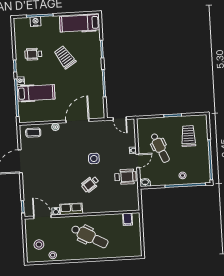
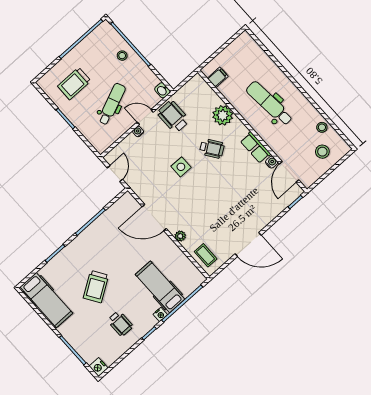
nightstand: (36, 22) -> (99, 367), moved
plant: (104, 205) -> (223, 115), added
dental chair: (90, 236) -> (269, 103), turned -34

